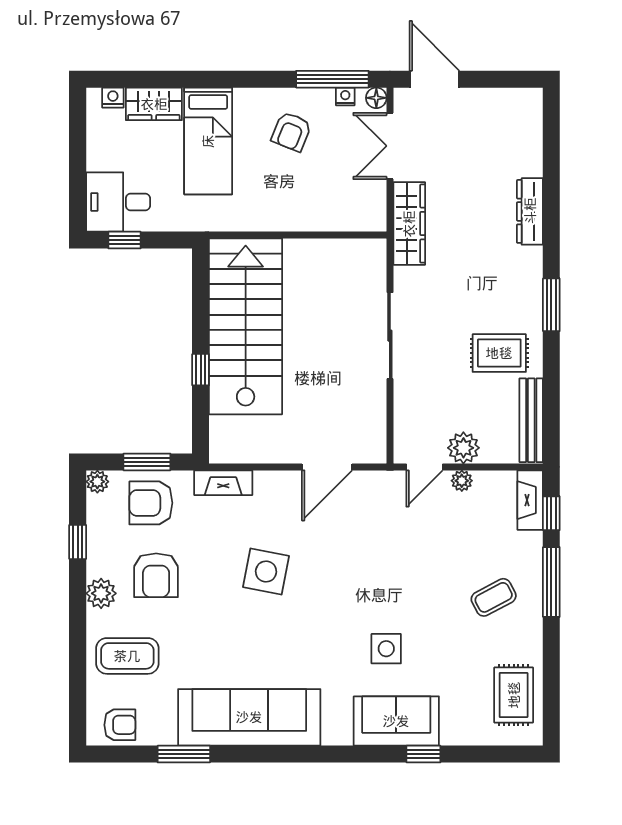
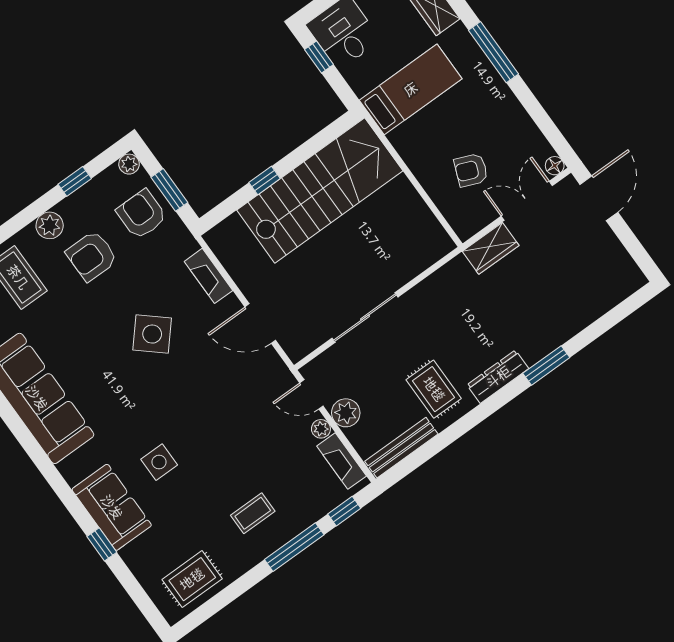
window: (332, 79) -> (493, 52), moved
nightstand: (345, 96) -> (539, 142), removed
armchair: (291, 132) -> (471, 170), moved
bed: (208, 141) -> (411, 89), moved, turned 180
dresser: (530, 211) -> (498, 377), moved
wardrobe: (409, 224) -> (491, 248), width x0.67
window: (551, 305) -> (546, 365), moved
sliding door: (390, 336) -> (365, 318), moved
fireplace: (223, 483) -> (208, 276), moved
fireplace: (530, 500) -> (342, 461), moved, turned -90
side table: (266, 572) -> (152, 334), turned 30
coffee table: (494, 597) -> (253, 513), turned -62

